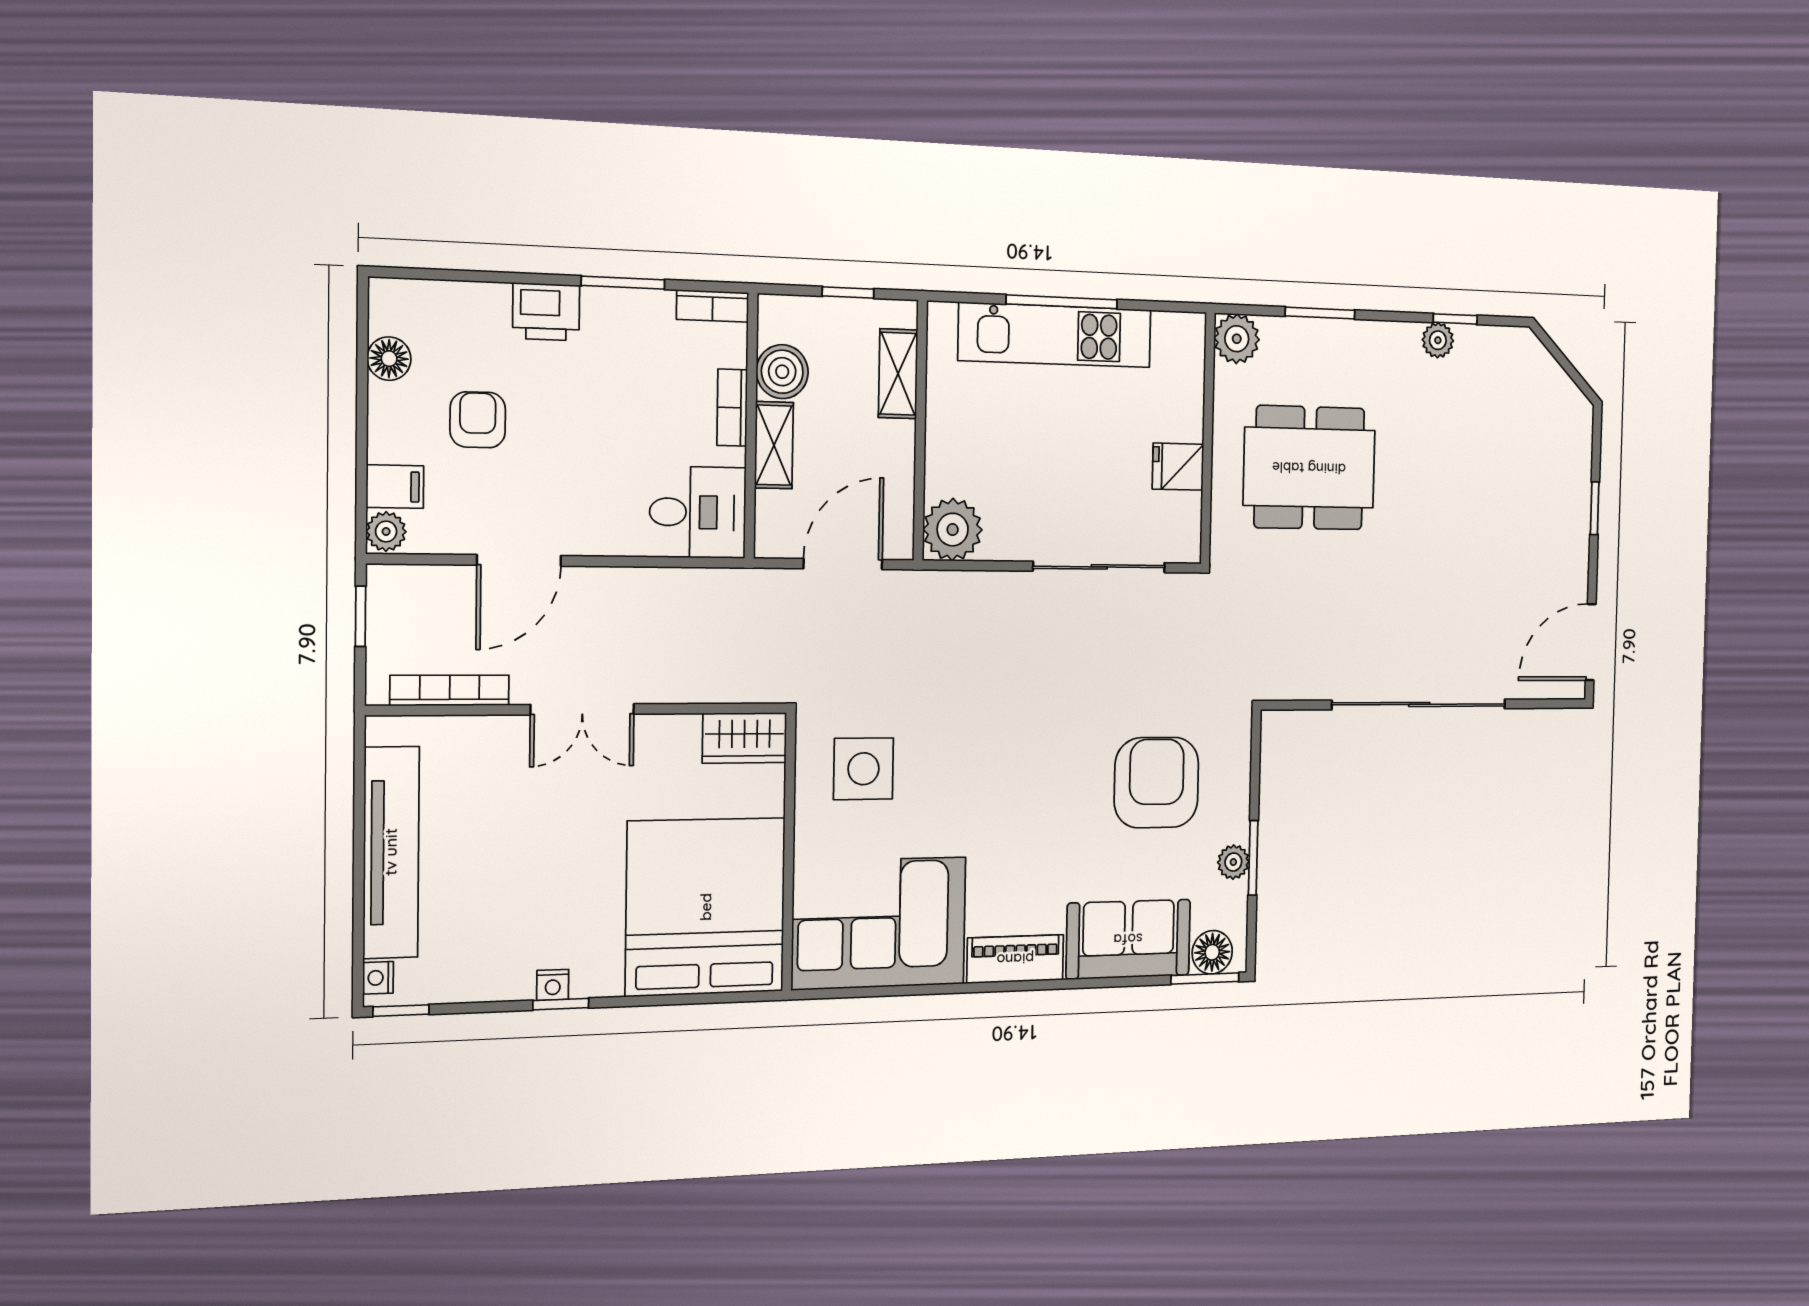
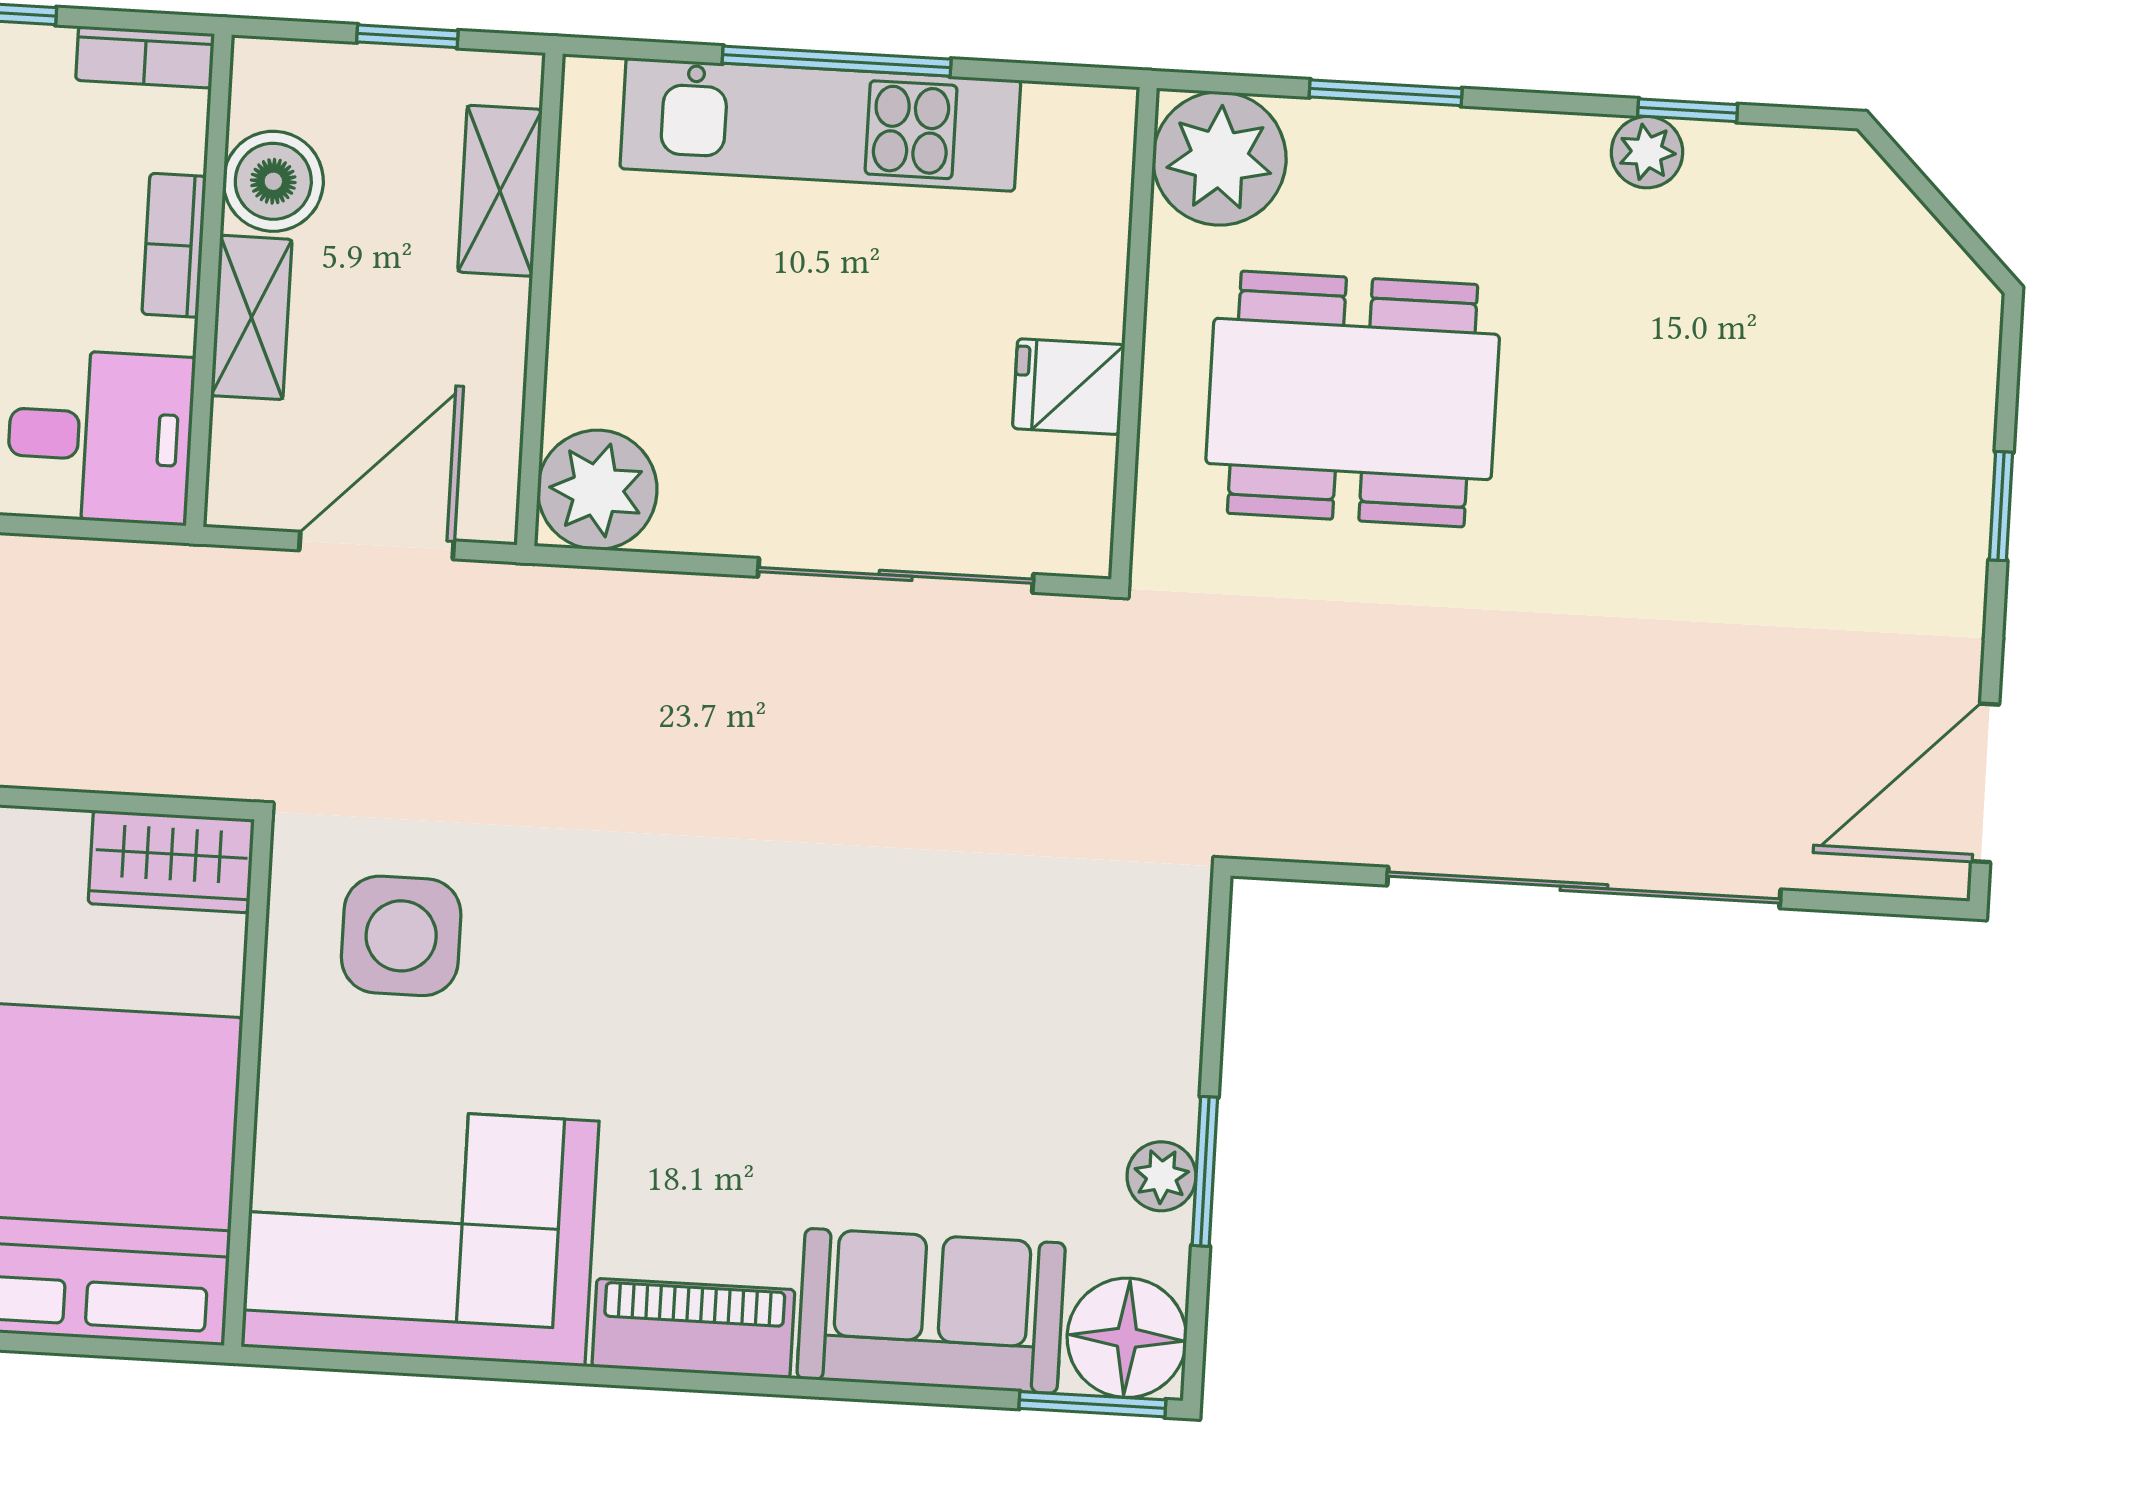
plant: (1237, 339) -> (1219, 158), width x1.36, depth x1.36
armchair: (1157, 783) -> (1002, 1006), removed
floor lamp: (1212, 952) -> (1127, 1338), width x1.38, depth x1.38

